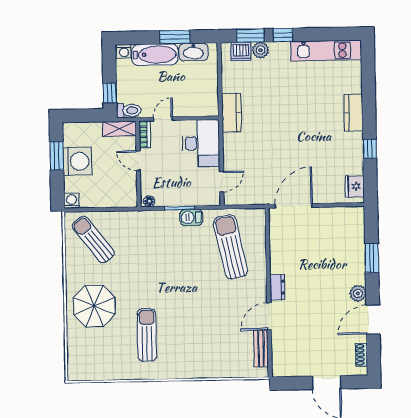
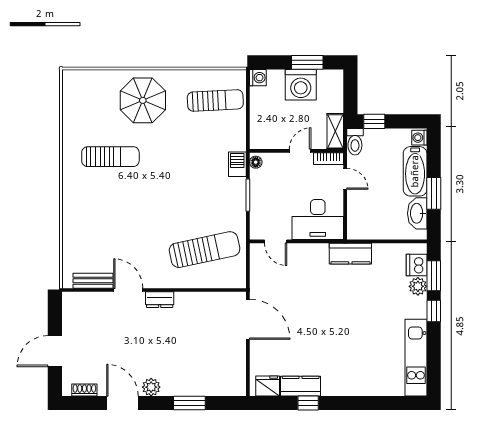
kitchen counter: (353, 113) -> (301, 386), moved
barbecue: (191, 217) -> (237, 164), moved
sun lounger: (93, 240) -> (215, 100), turned 35

